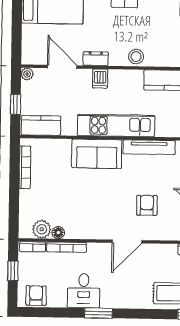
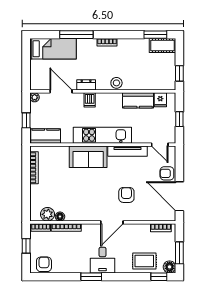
desk: (84, 291) -> (103, 260), moved

